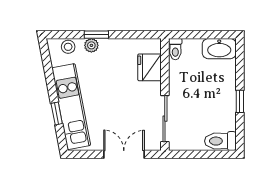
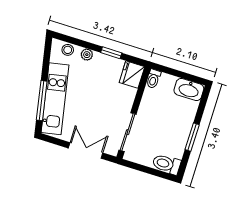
window: (96, 35) -> (111, 53), moved
fridge: (150, 67) -> (132, 75), moved
window: (240, 101) -> (192, 137), width x1.50
window: (57, 114) -> (42, 101), width x2.17

